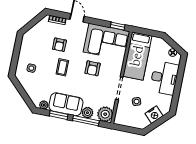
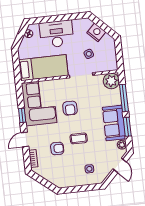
window: (118, 26) -> (22, 115), moved
armchair: (93, 68) -> (70, 108), turned 90
door: (26, 97) -> (120, 165), added
plant: (87, 113) -> (116, 99), removed

